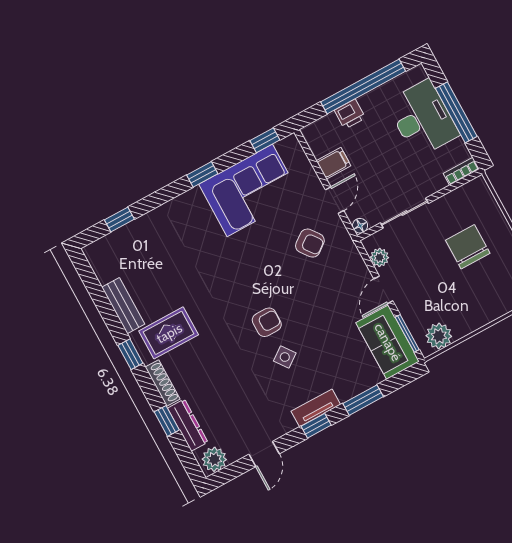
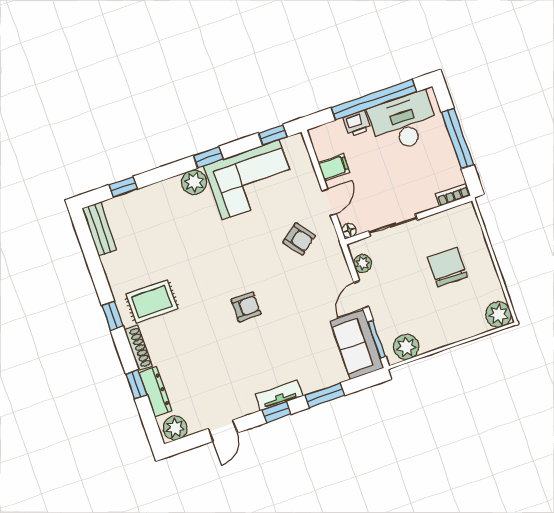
desk: (423, 119) -> (404, 122), moved, turned -90
plant: (192, 202) -> (194, 182), added
bench: (123, 306) -> (99, 229), moved
side table: (285, 357) -> (258, 343), removed

